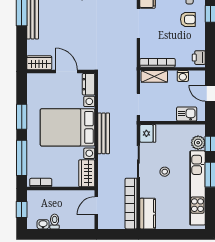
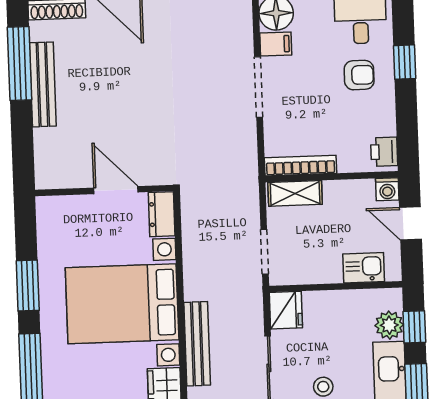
wardrobe: (39, 63) -> (60, 174), removed
washing machine: (183, 76) -> (387, 189), moved
bench: (104, 133) -> (197, 344), moved

